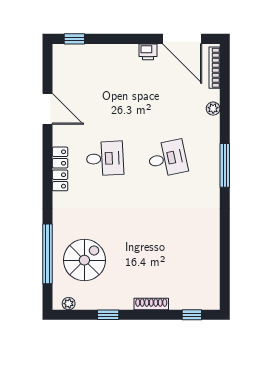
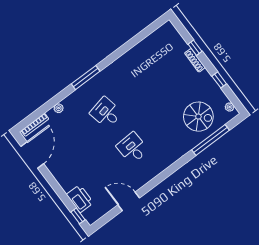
printer: (148, 52) -> (80, 199), moved, width x1.87, depth x1.48
door: (48, 109) -> (129, 201), hinge flipped
locker: (60, 169) -> (157, 169), removed
spiral stairs: (84, 260) -> (198, 117), turned 180
window: (192, 315) -> (195, 48), moved

